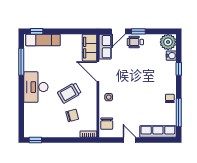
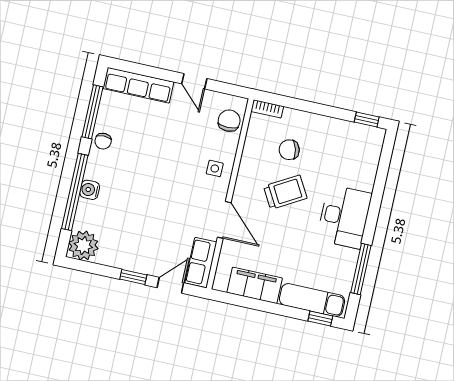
wheelchair: (135, 42) -> (143, 259), removed
filing cabinet: (90, 48) -> (255, 285), moved, turned -90
water cooler: (171, 56) -> (90, 190), moved
window: (179, 69) -> (75, 192), width x3.17

